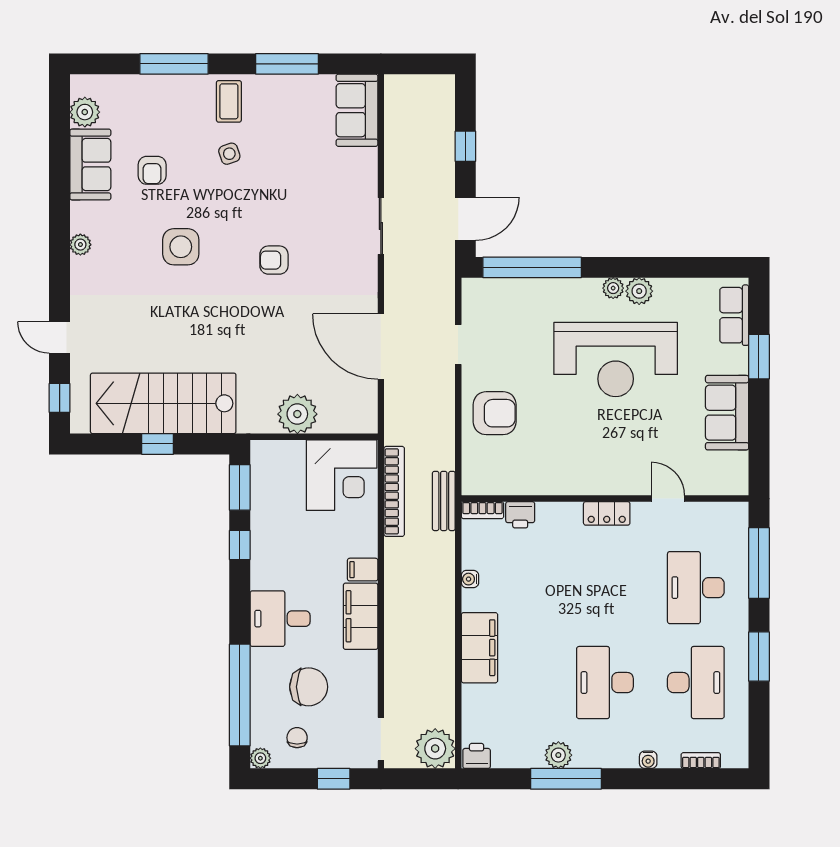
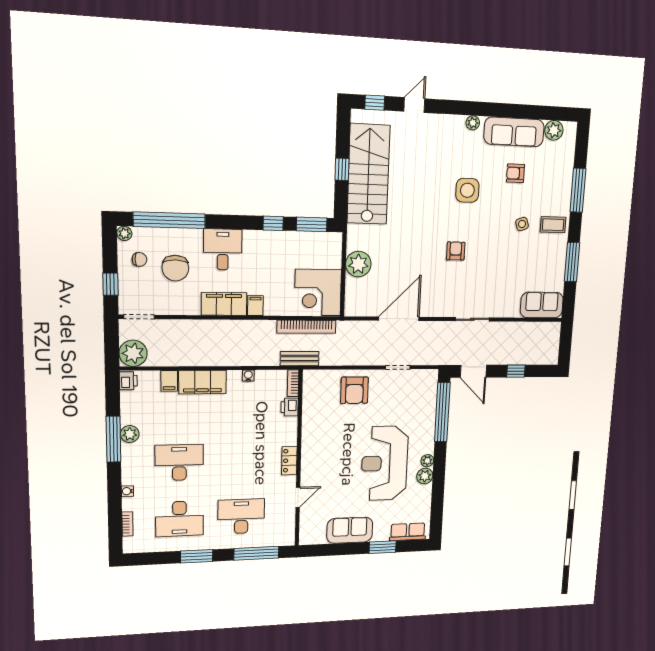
sofa: (90, 165) -> (514, 132), width x1.36
filing cabinet: (477, 697) -> (169, 381), added

